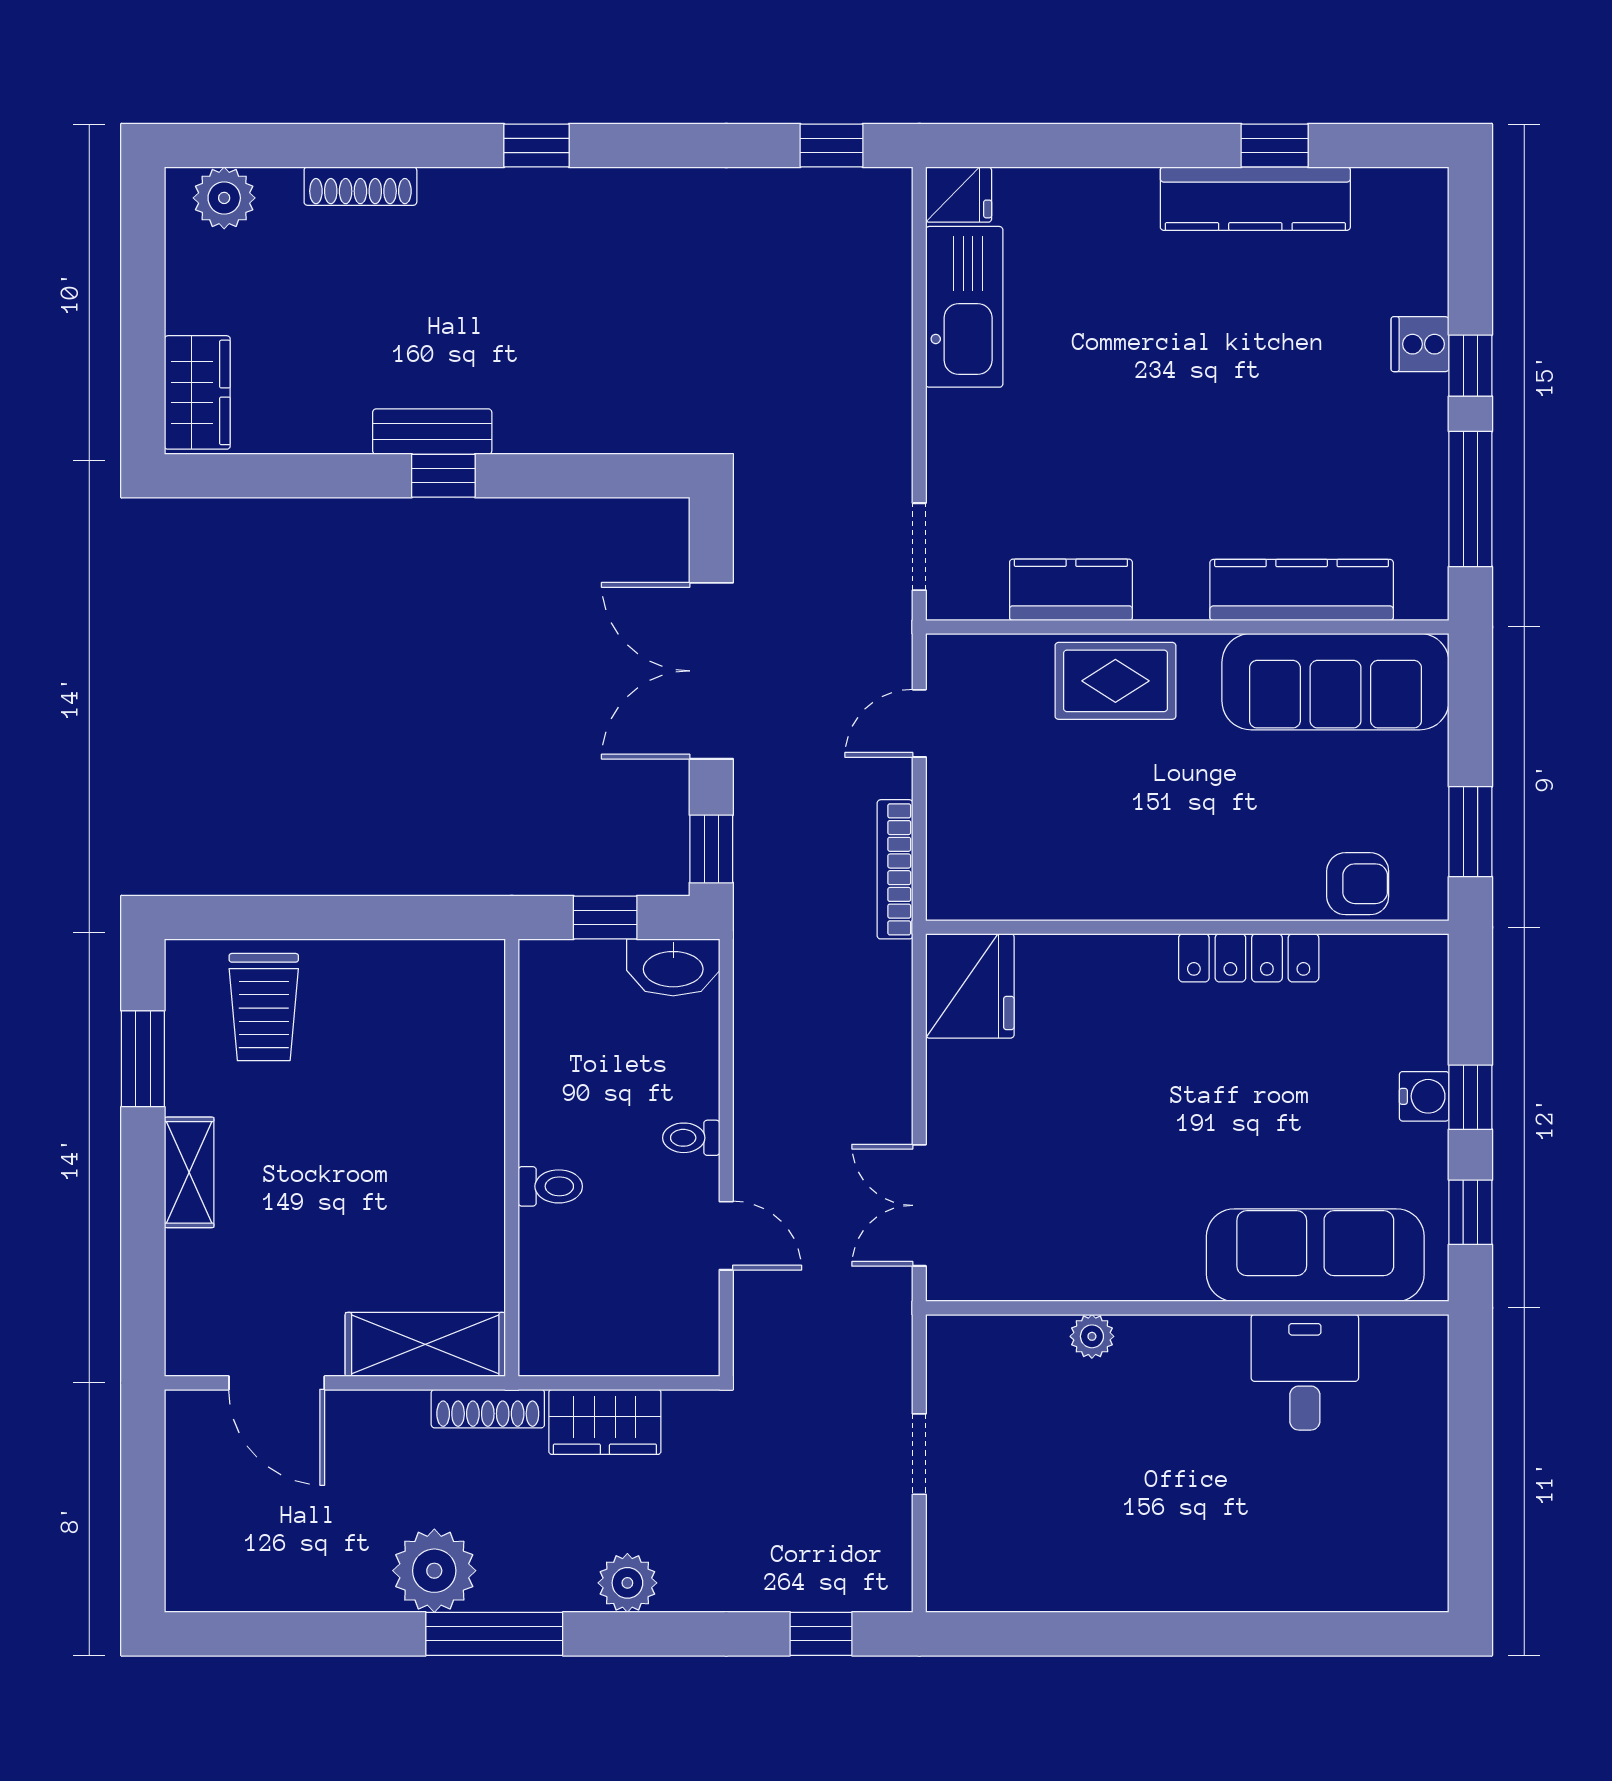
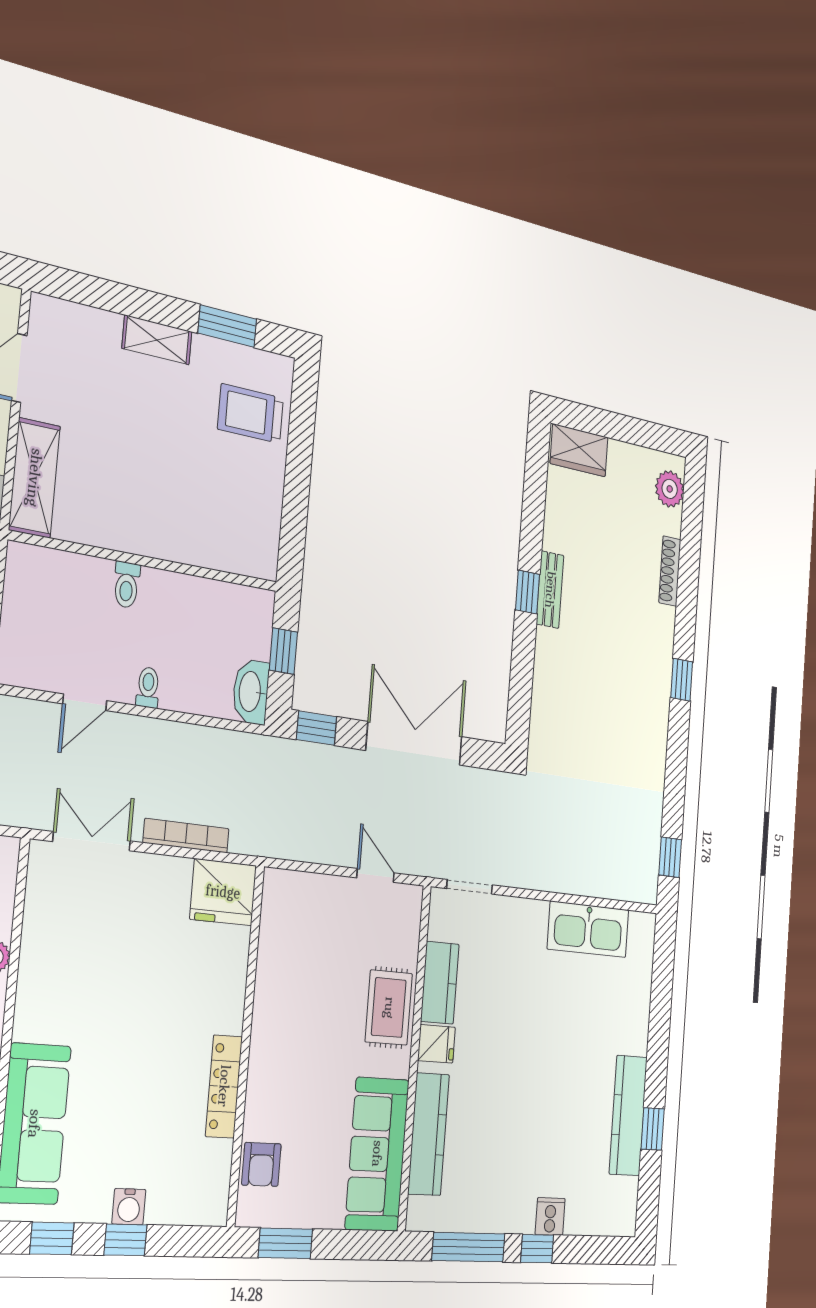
fridge: (959, 195) -> (436, 1044), moved, turned -90
bookcase: (895, 869) -> (186, 836), moved

